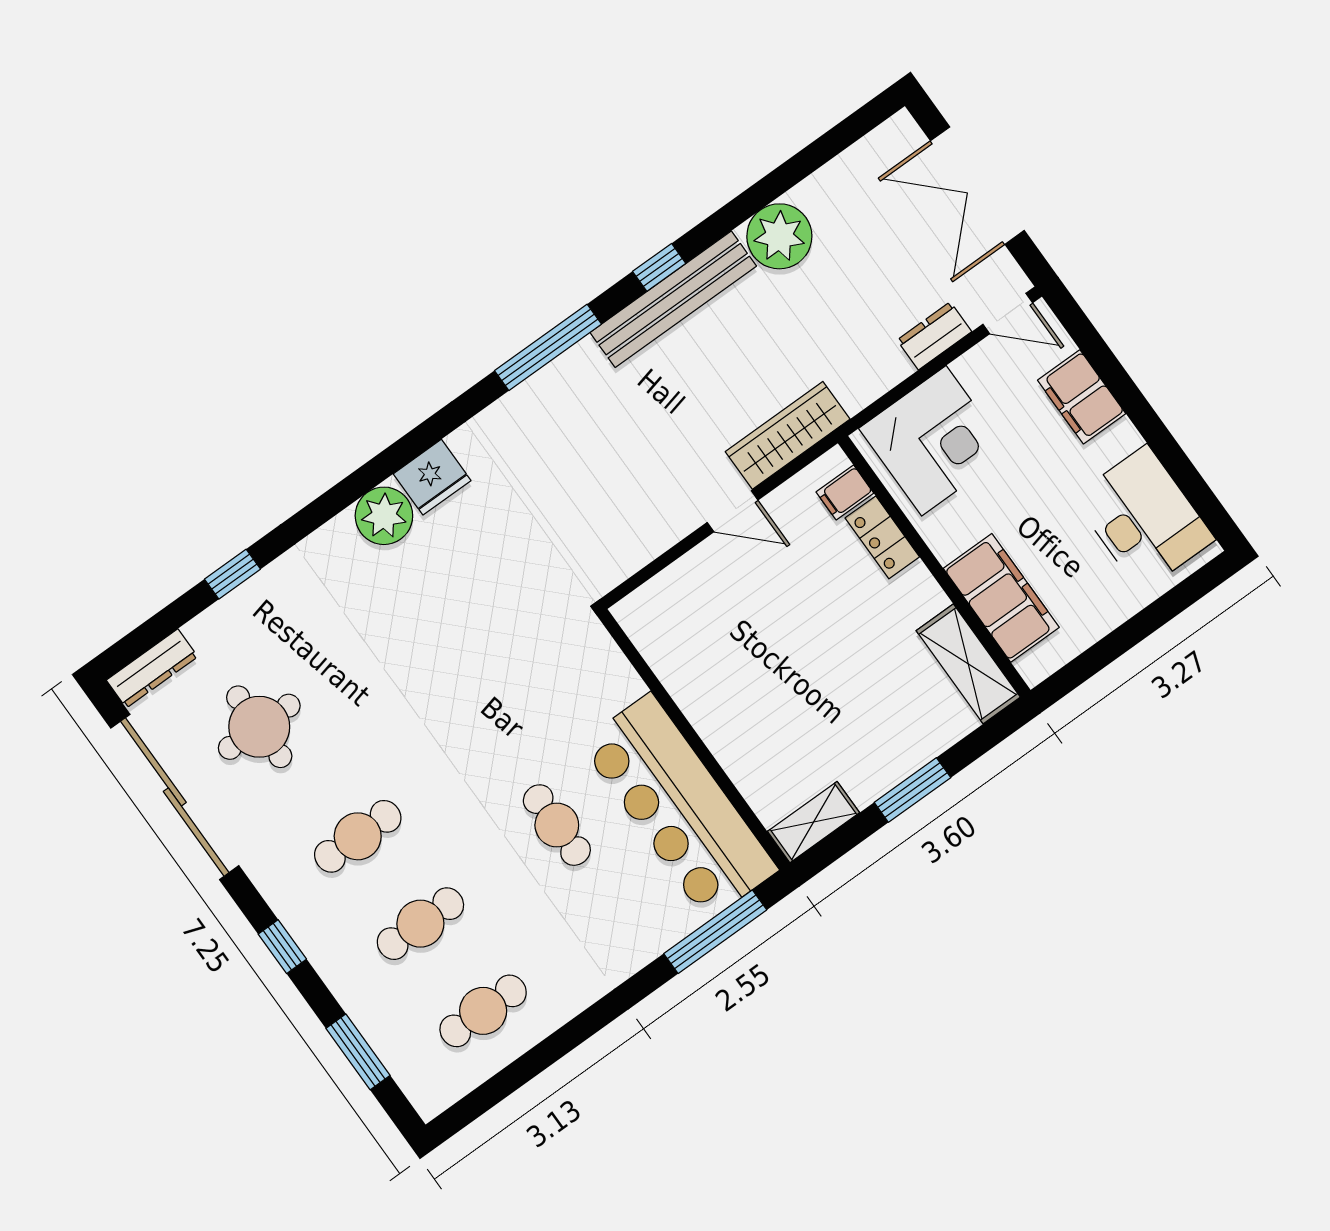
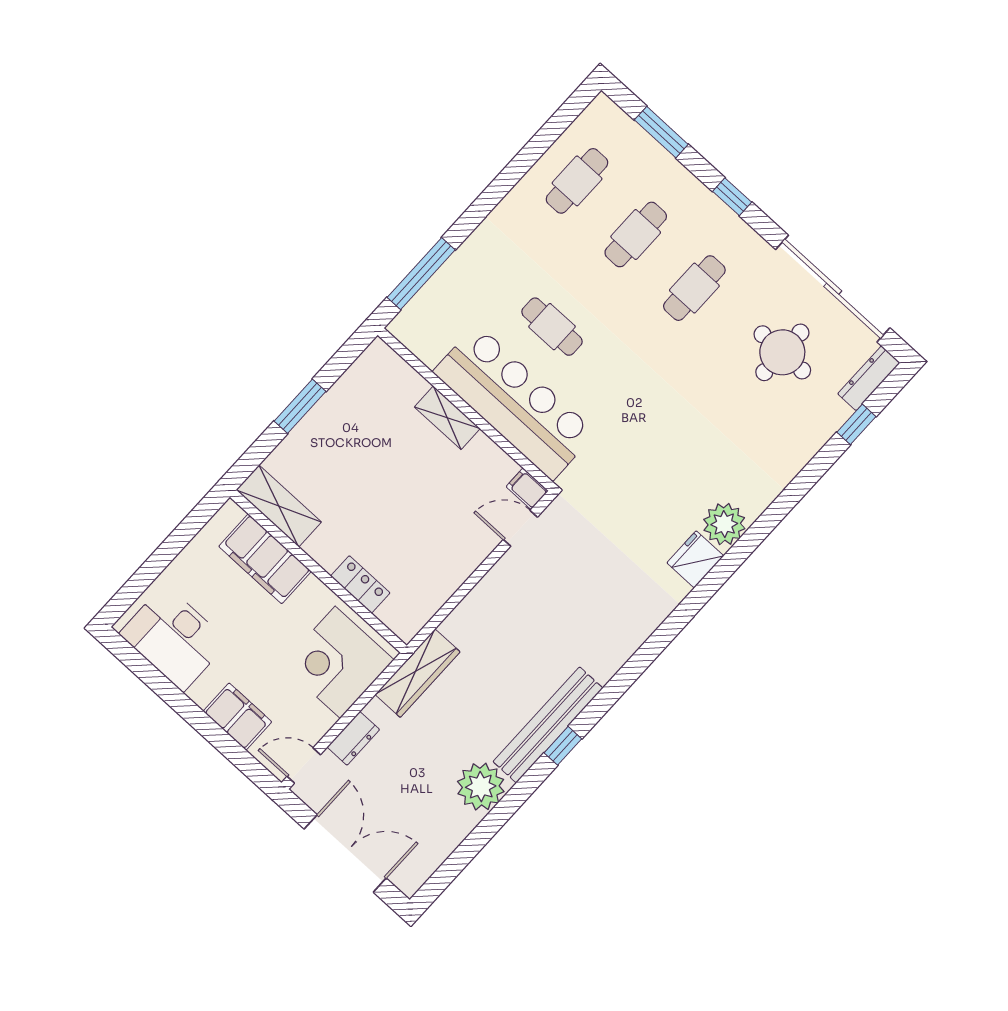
window: (548, 347) -> (631, 671), removed
wardrobe: (788, 435) -> (418, 673), moved
filing cabinet: (845, 493) -> (527, 489), moved, turned -90
door: (733, 511) -> (520, 528), moved
window: (232, 574) -> (856, 424), moved
bar counter: (679, 807) -> (514, 402), moved
shelving: (813, 822) -> (447, 418), moved, turned 90

